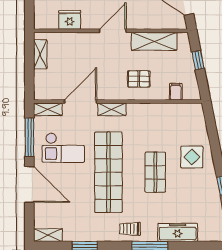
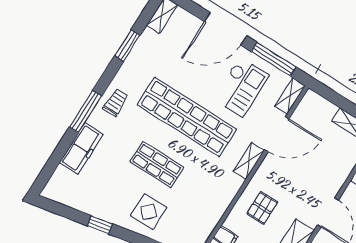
door: (81, 102) -> (277, 134), hinge flipped
checkout: (63, 148) -> (241, 87), turned 180

